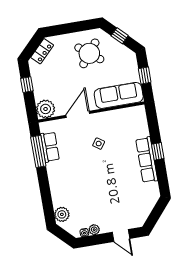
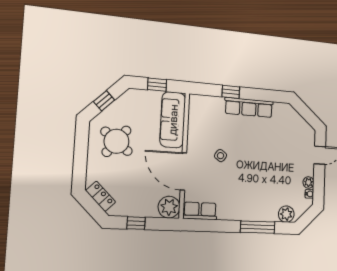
door: (78, 114) -> (183, 171), width x1.36
row of seats: (50, 147) -> (200, 211), moved
window: (38, 151) -> (258, 227), moved
window: (158, 151) -> (231, 92), moved

